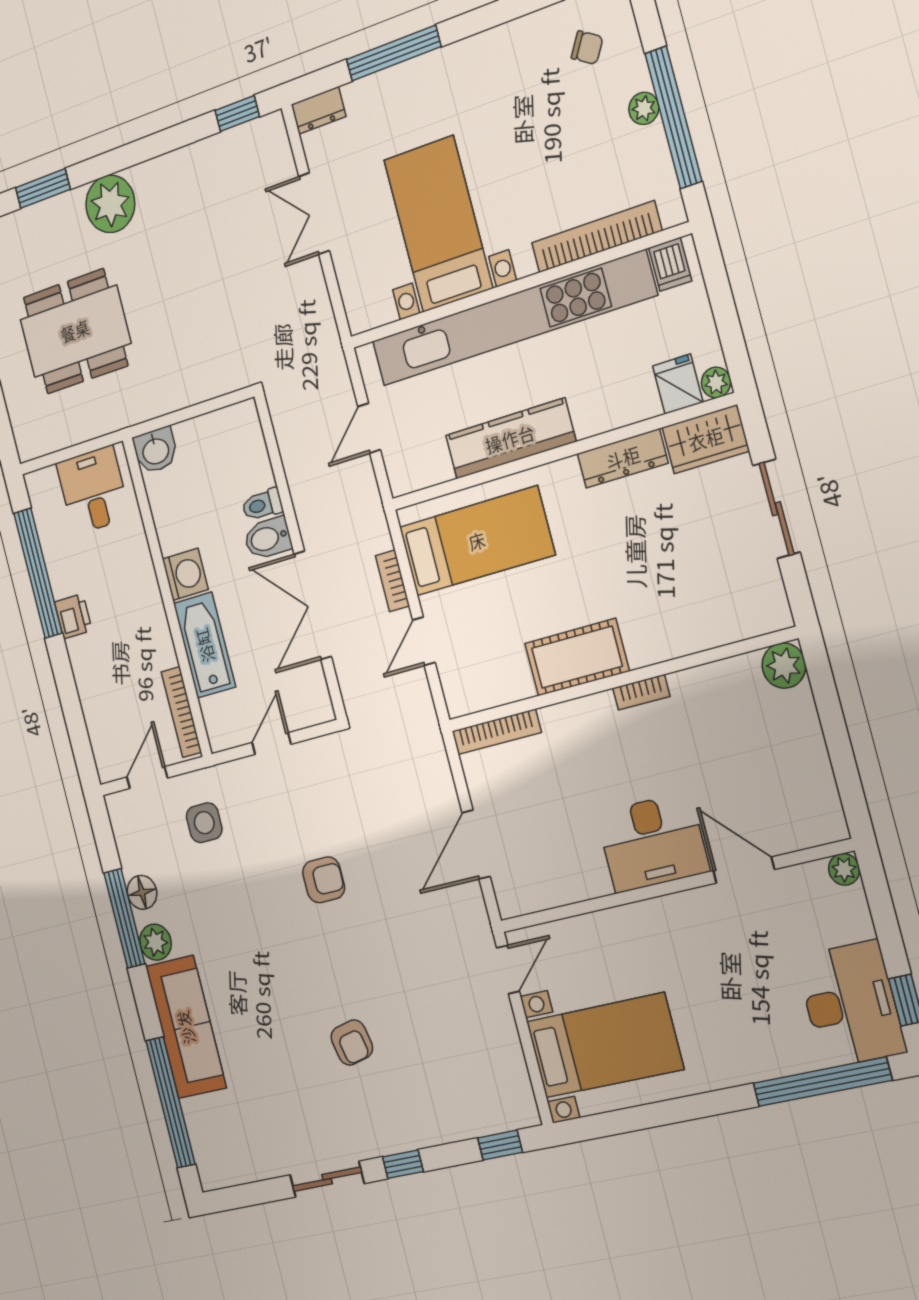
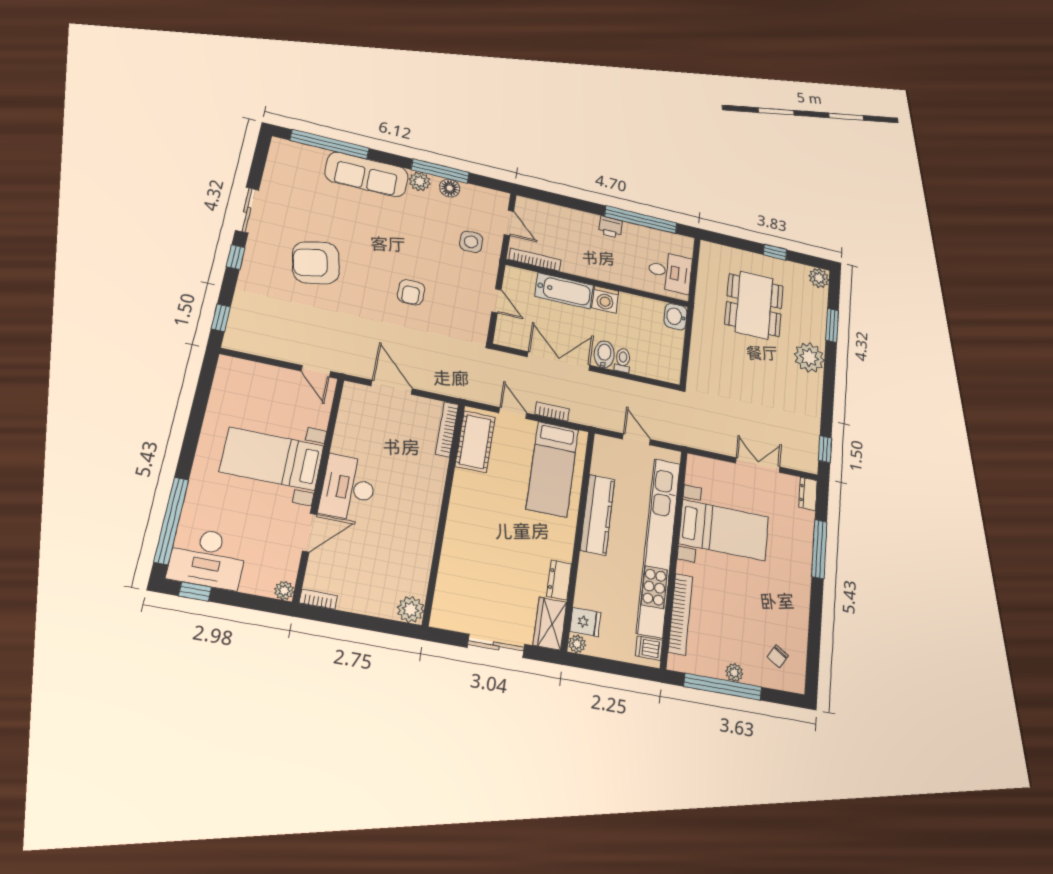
dresser: (623, 458) -> (559, 580), width x0.70
cot: (577, 657) -> (475, 442), moved
bookcase: (641, 692) -> (318, 599), moved, turned 90
armchair: (352, 1043) -> (316, 263), width x1.88, depth x1.88
bed with nightstands: (605, 1045) -> (272, 459), moved, turned 90

